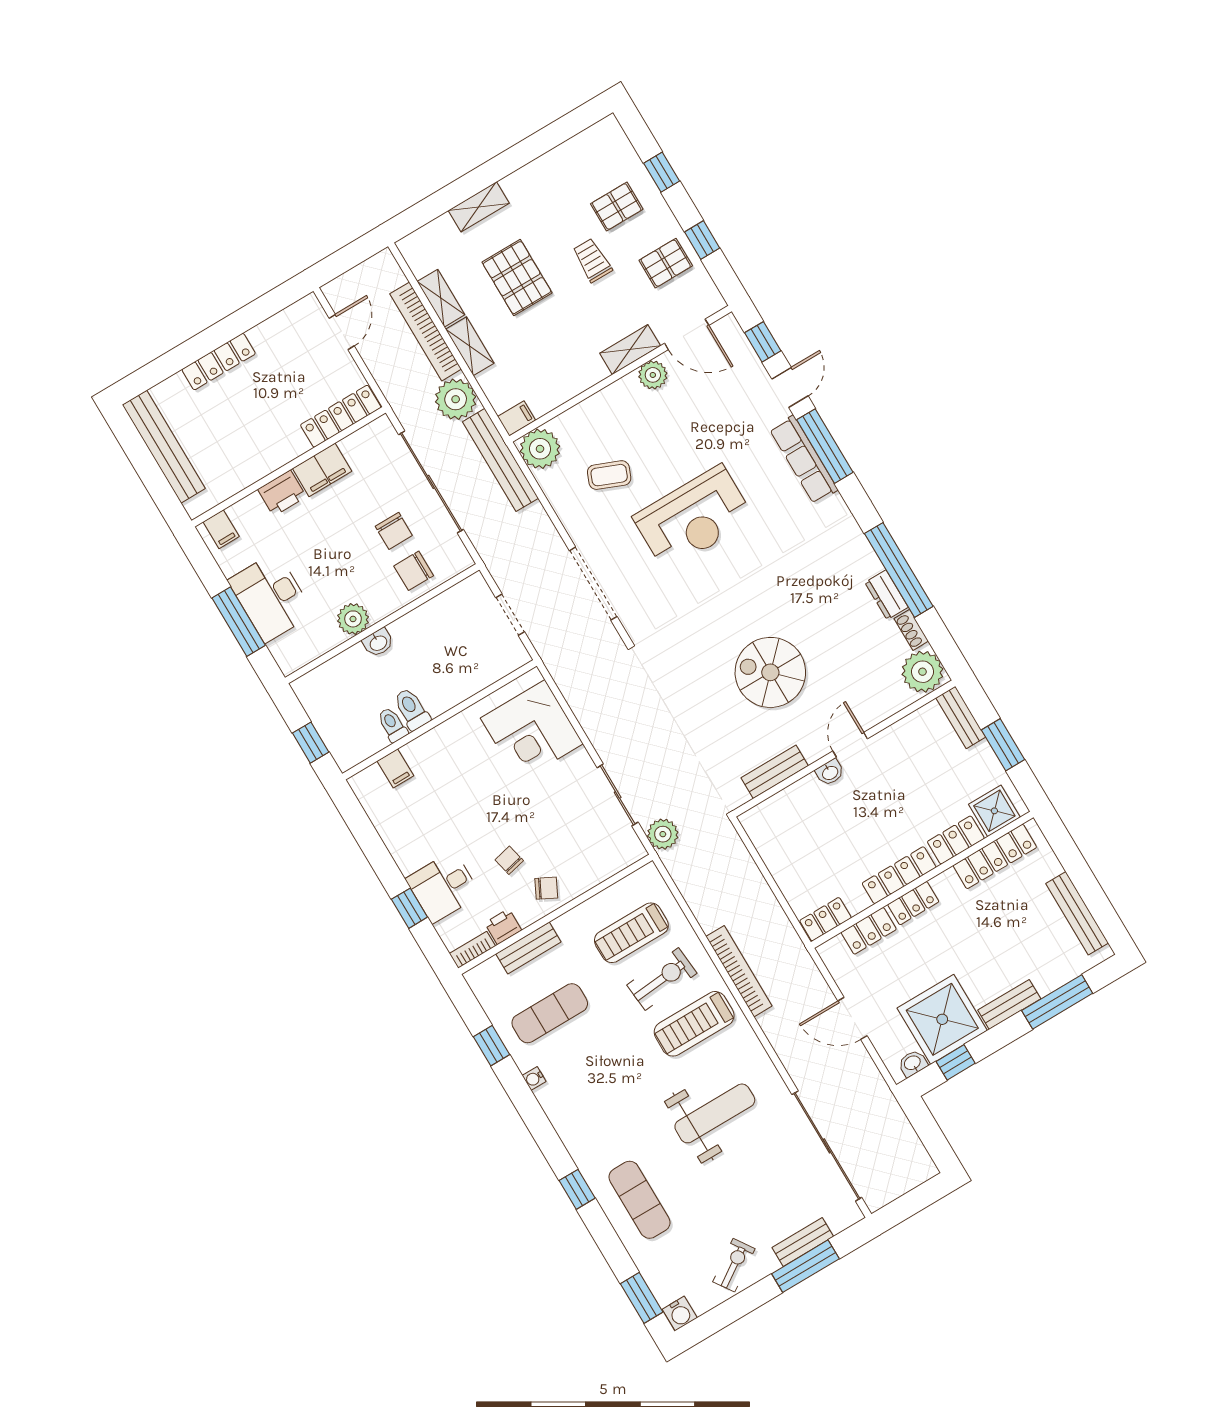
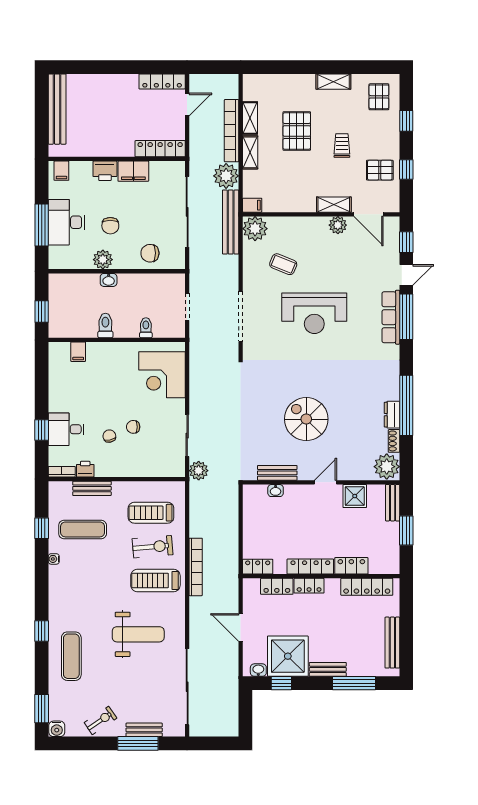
pallet: (617, 206) -> (379, 97), moved, turned 90
shelving: (479, 207) -> (333, 82), moved
locker: (219, 362) -> (162, 81), moved
chair: (394, 531) -> (110, 226), moved
toilet: (392, 725) -> (146, 328), moved
washbasin: (830, 772) -> (276, 491), moved
shower: (994, 811) -> (355, 496), moved
chair: (546, 888) -> (133, 427), moved, turned 153

